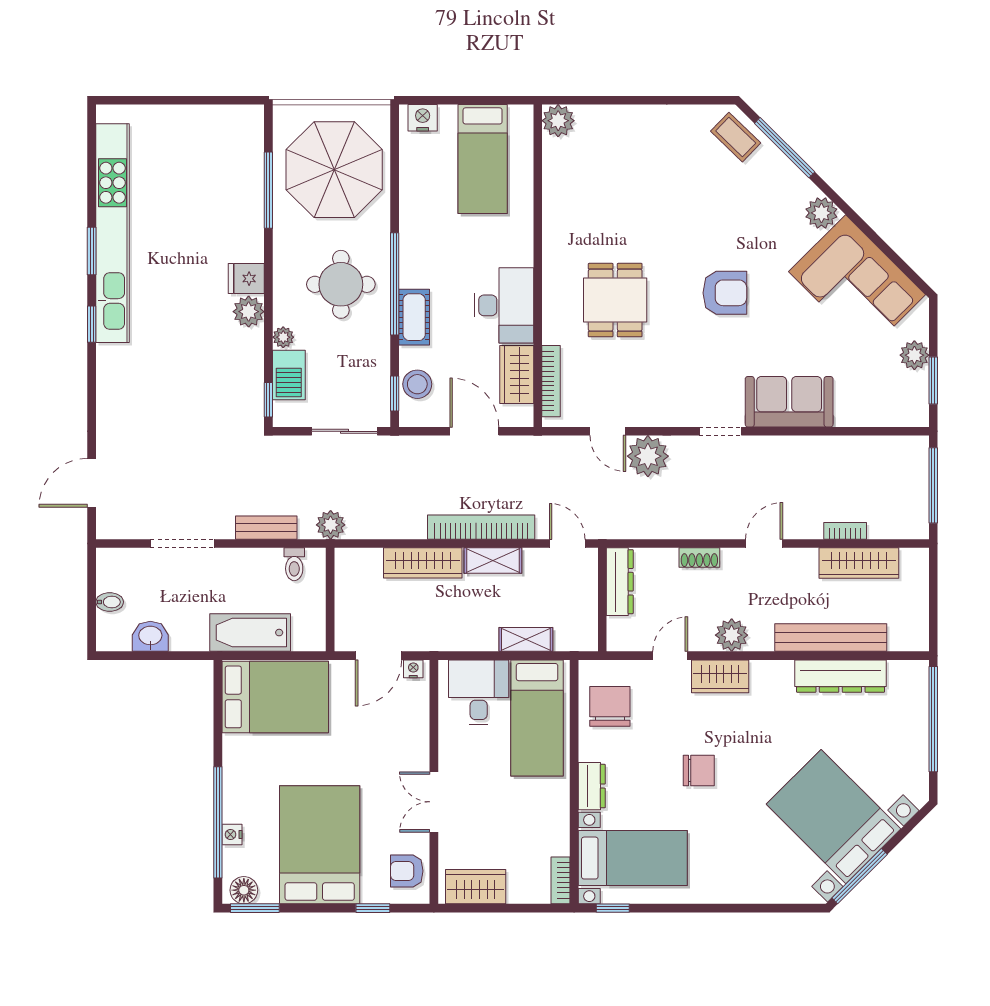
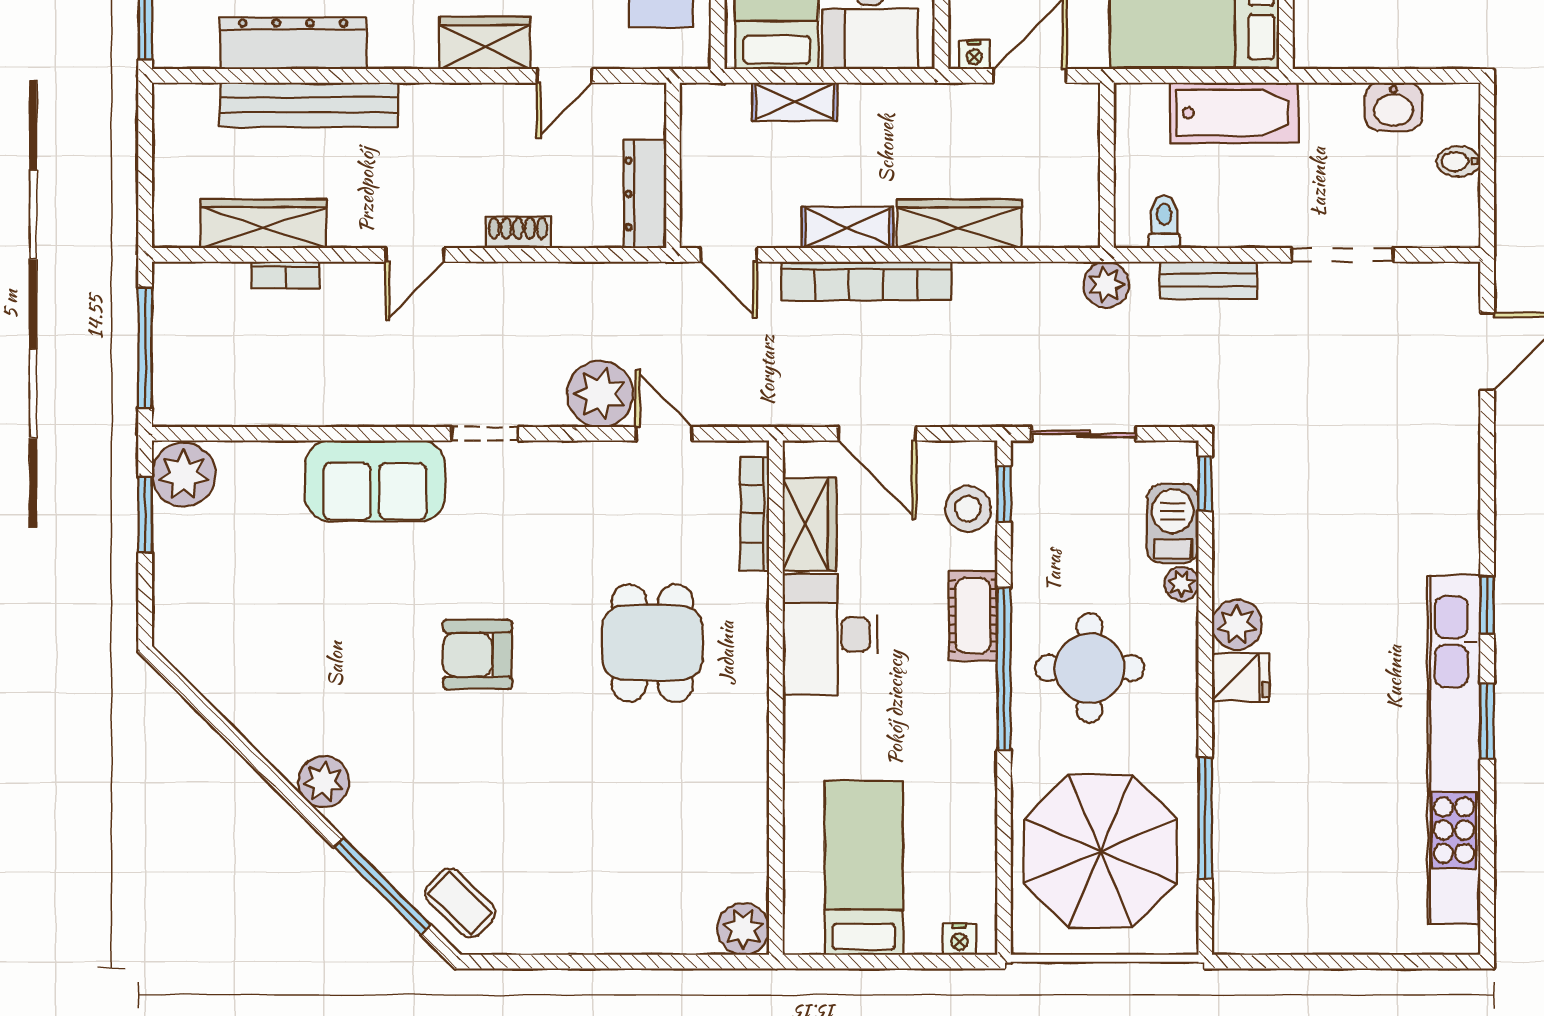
nightstand: (423, 118) -> (959, 939), width x0.72, depth x0.74
corner sofa: (857, 283) -> (267, 670), removed
plant: (914, 355) -> (184, 475), moved, width x1.36, depth x1.36
plant: (732, 635) -> (467, 109), removed

